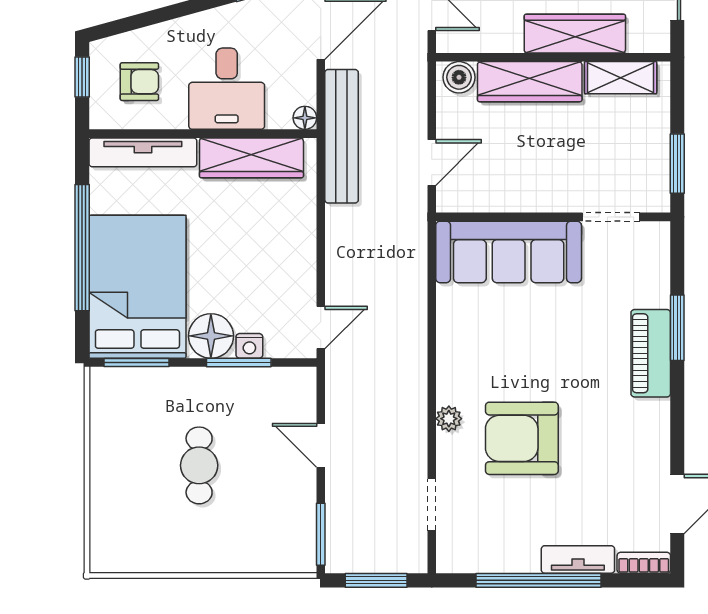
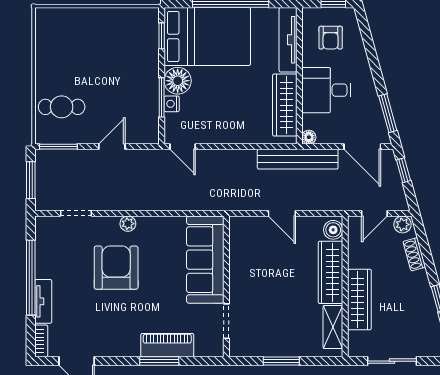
wall: (553, 217) -> (226, 286), moved
doorway: (611, 217) -> (226, 321), moved
sofa: (509, 252) -> (205, 260), moved
window: (677, 328) -> (159, 361), moved
window: (137, 363) -> (162, 36), width x0.67
cafe table: (199, 465) -> (62, 107), moved

